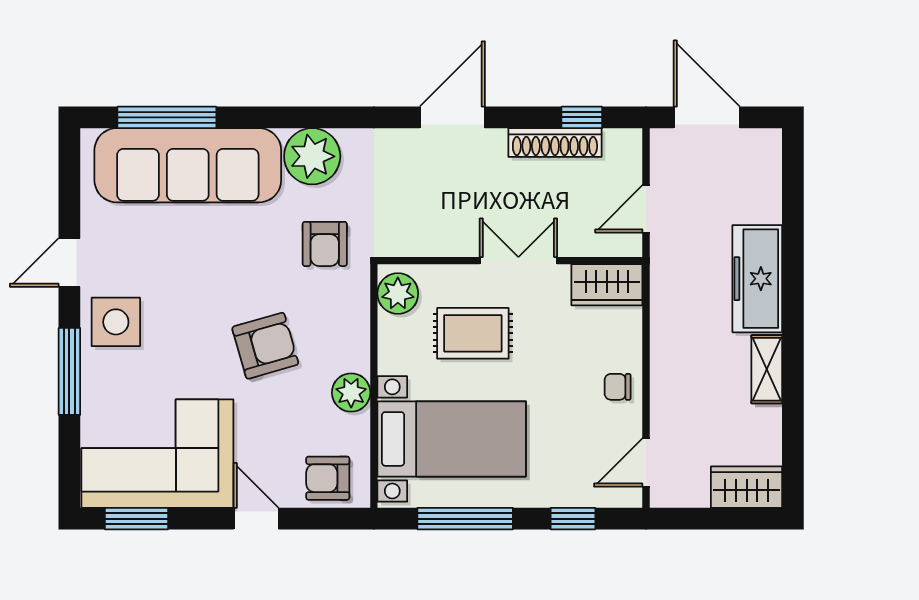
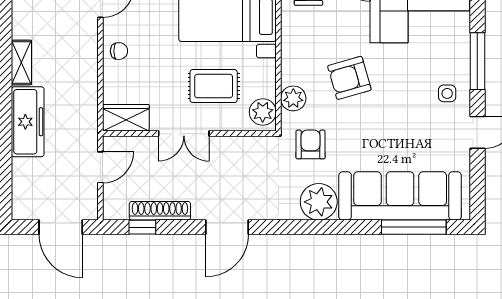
side table: (116, 322) -> (447, 93), width x0.54, depth x0.54
plant: (351, 393) -> (293, 98), moved

